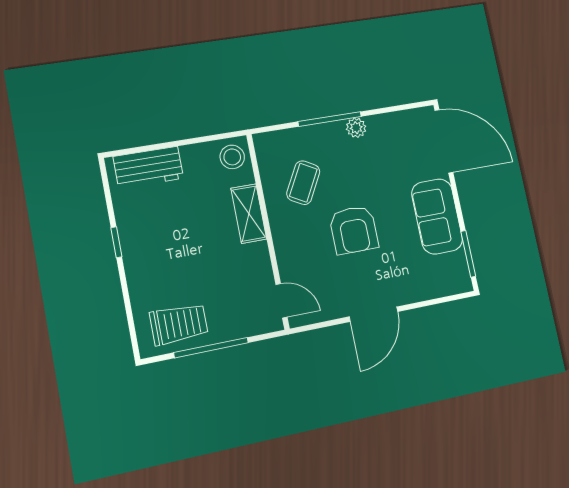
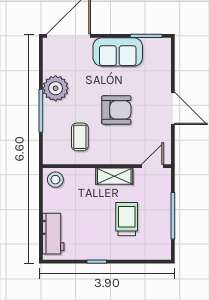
plant: (356, 128) -> (56, 88), width x1.88, depth x1.88
coffee table: (303, 183) -> (80, 137), turned 61
shelving: (249, 214) -> (114, 176), moved
trolley: (179, 324) -> (127, 219), moved

